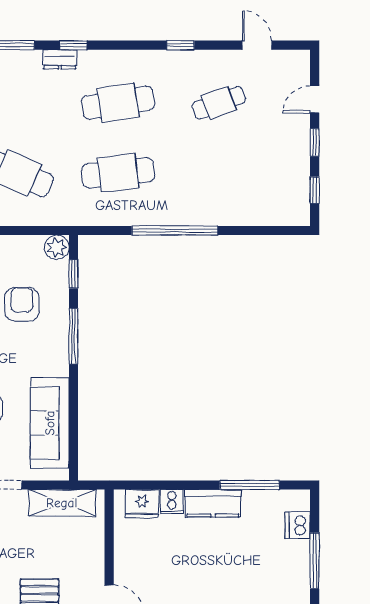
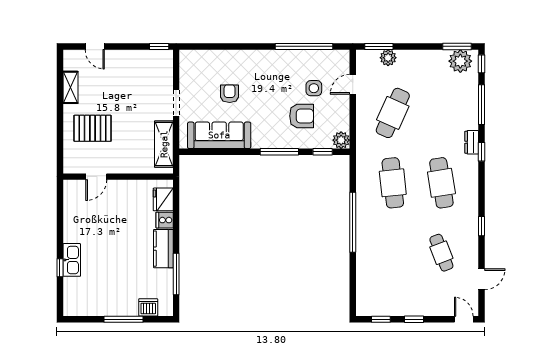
door: (315, 99) -> (464, 319), moved

